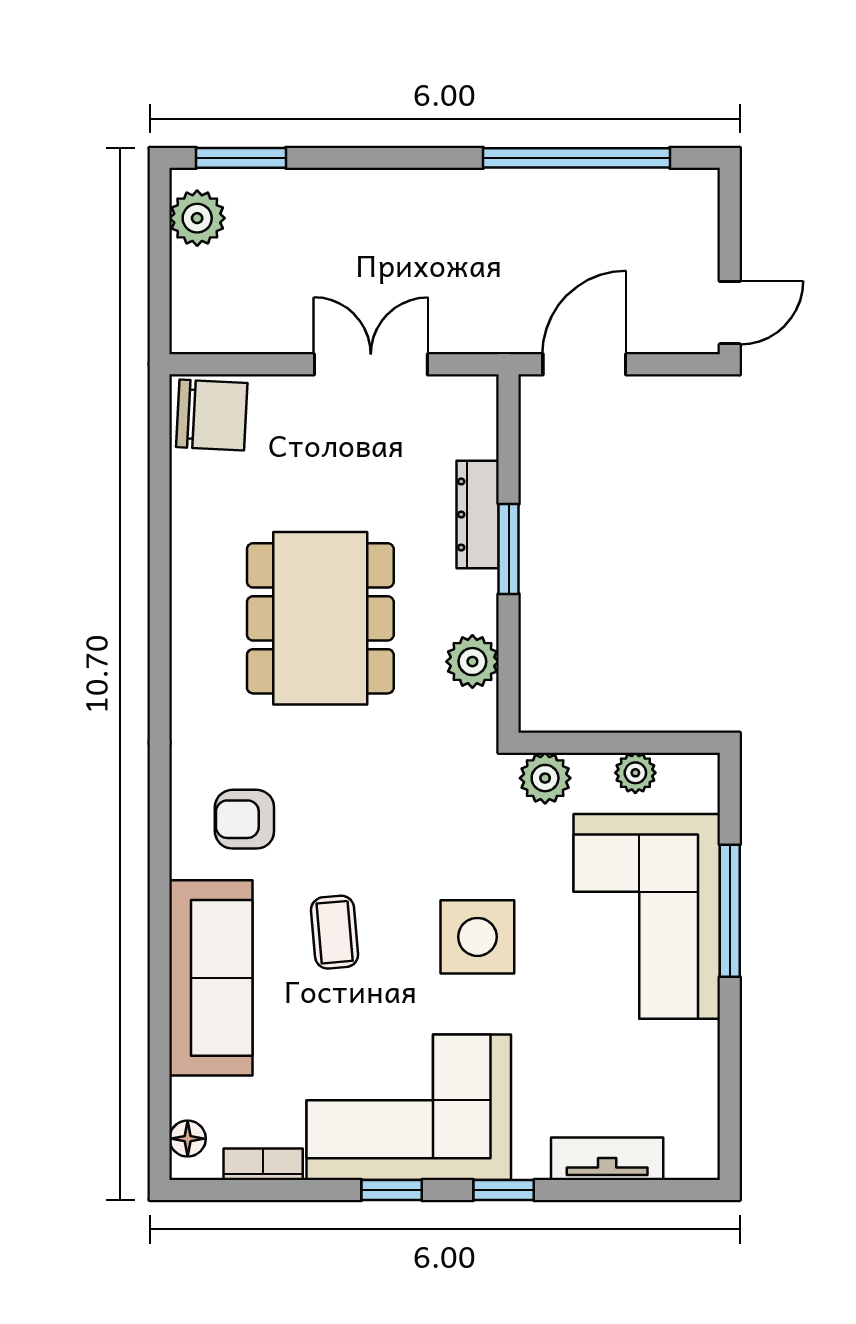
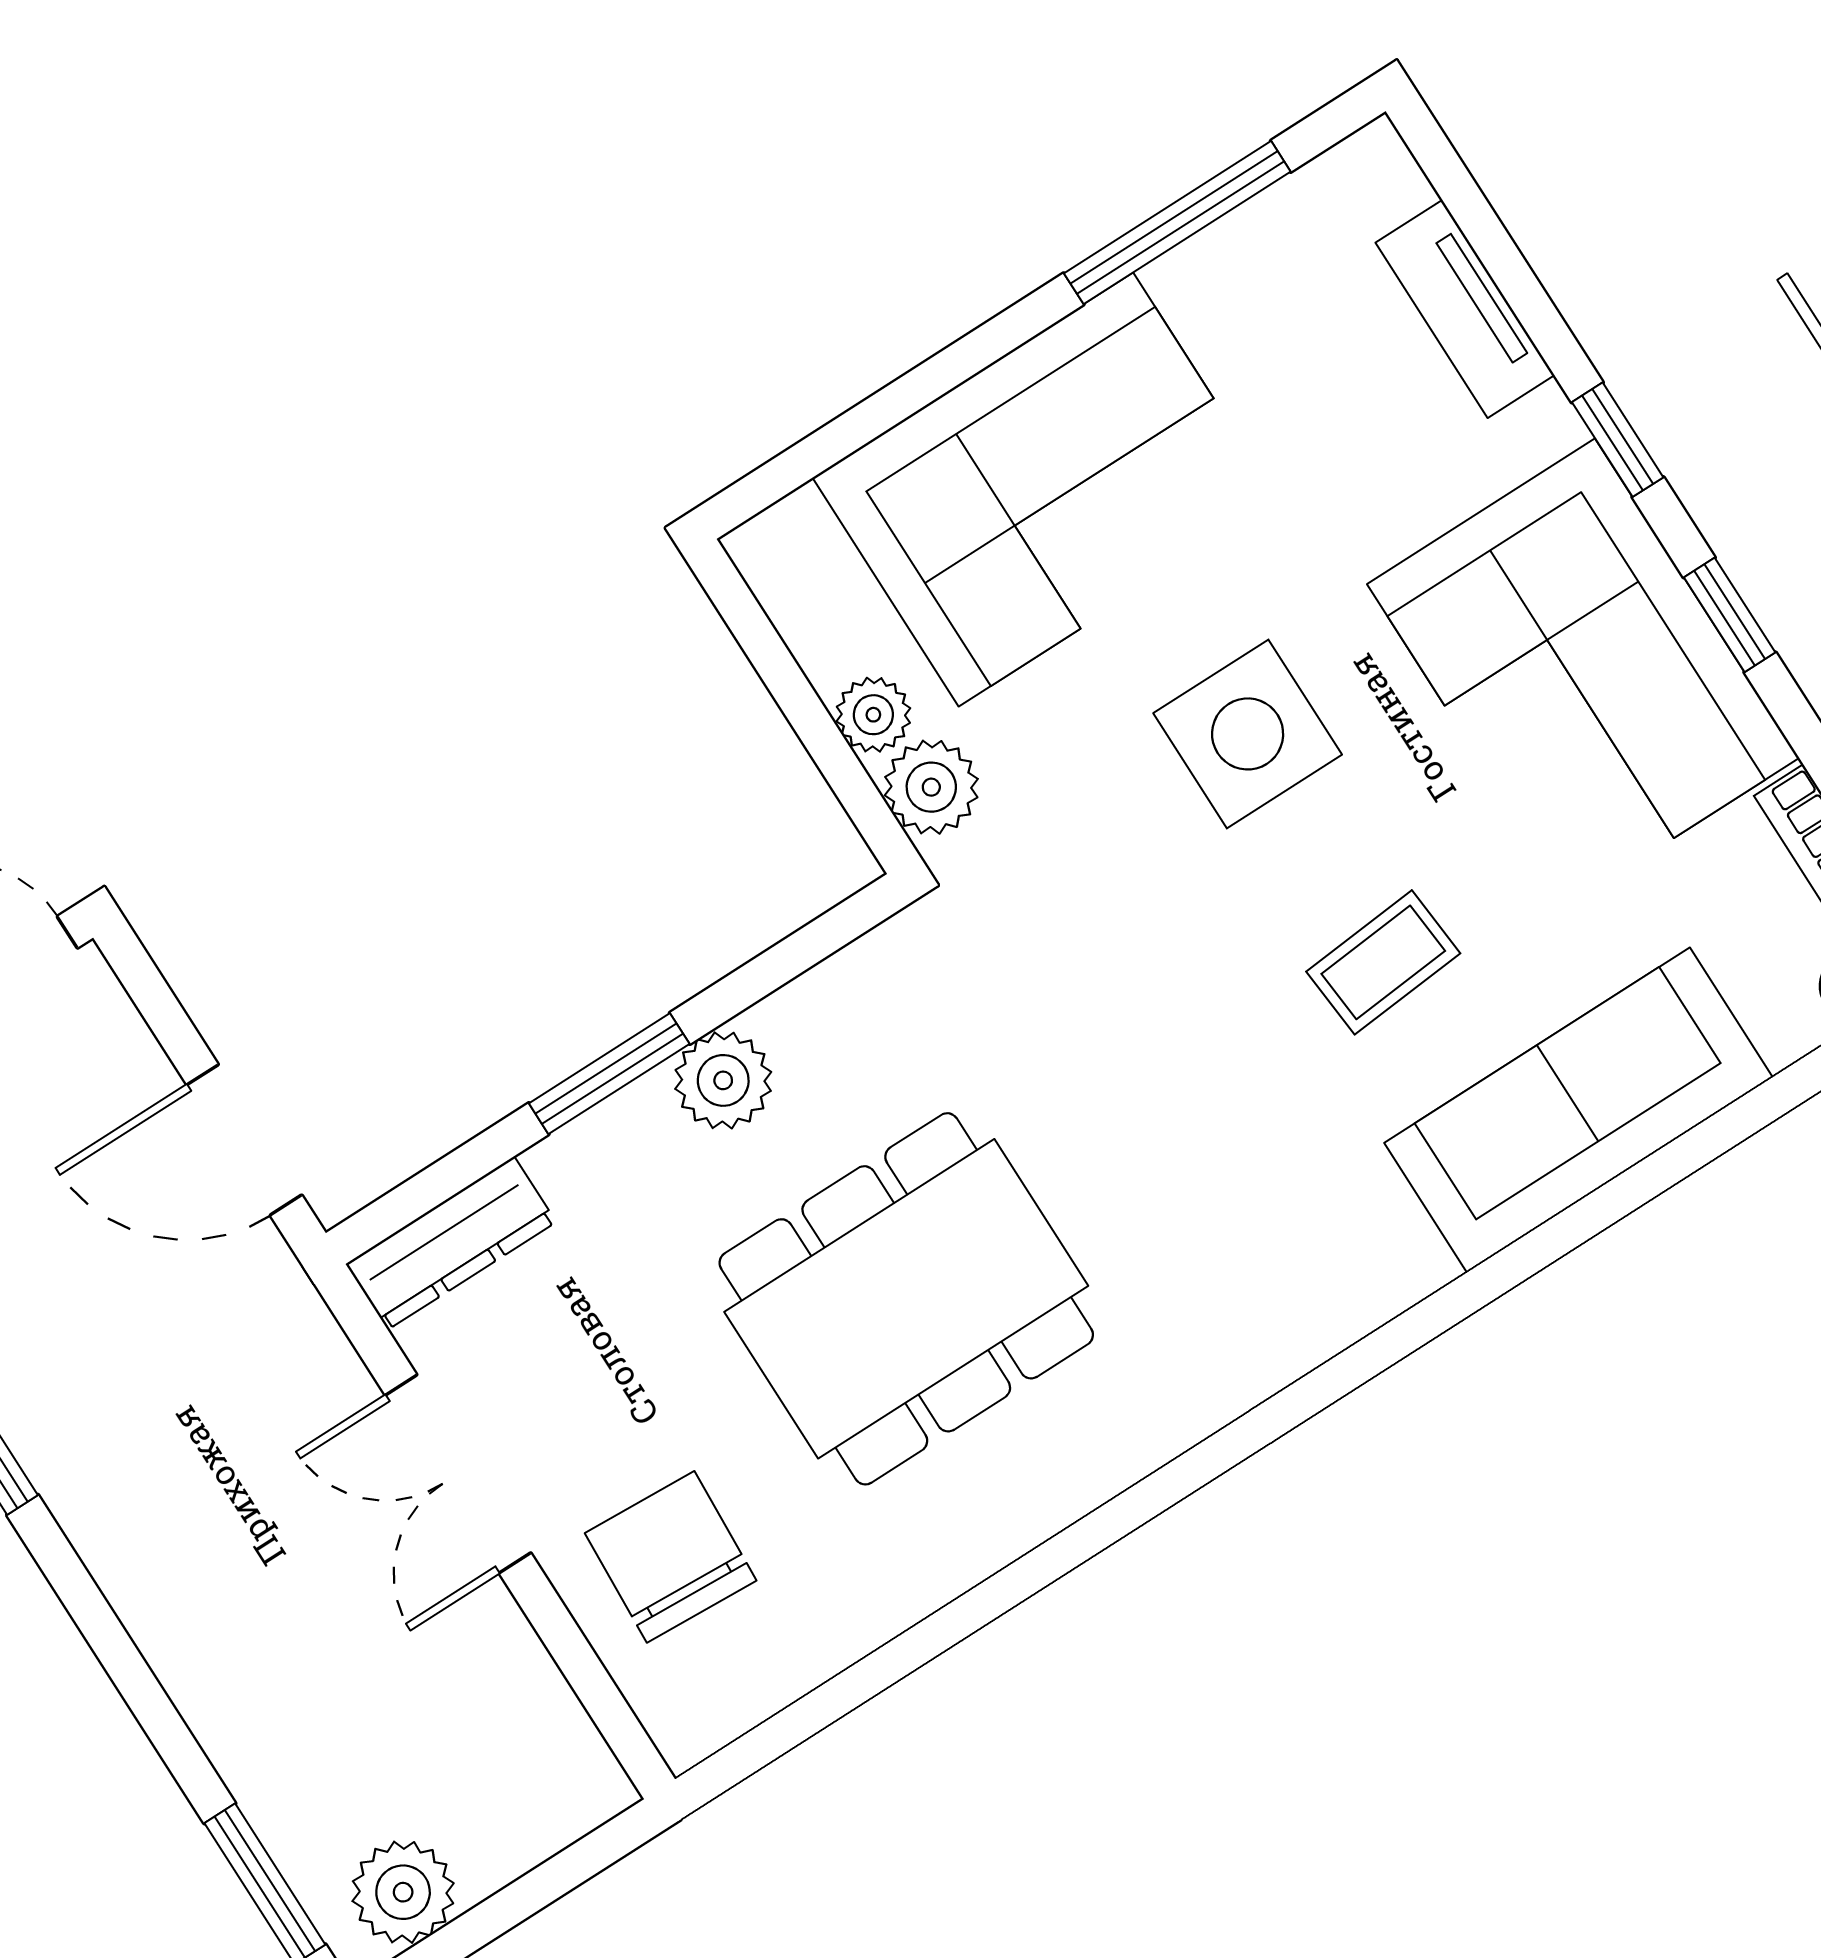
chair: (212, 415) -> (671, 1557), moved
dresser: (478, 515) -> (451, 1243), moved
plant: (472, 662) -> (723, 1080), moved
plant: (635, 773) -> (873, 715), moved
armchair: (244, 819) -> (1297, 1216), removed
window: (730, 911) -> (1177, 223), moved

